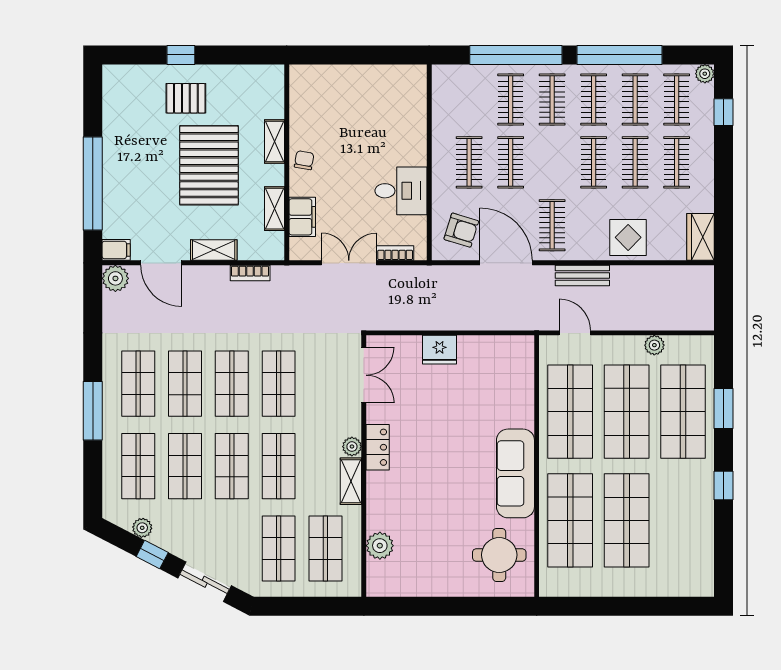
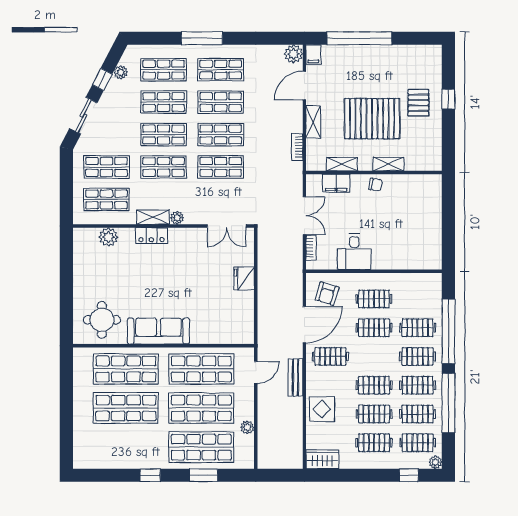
locker: (378, 447) -> (151, 236), moved

